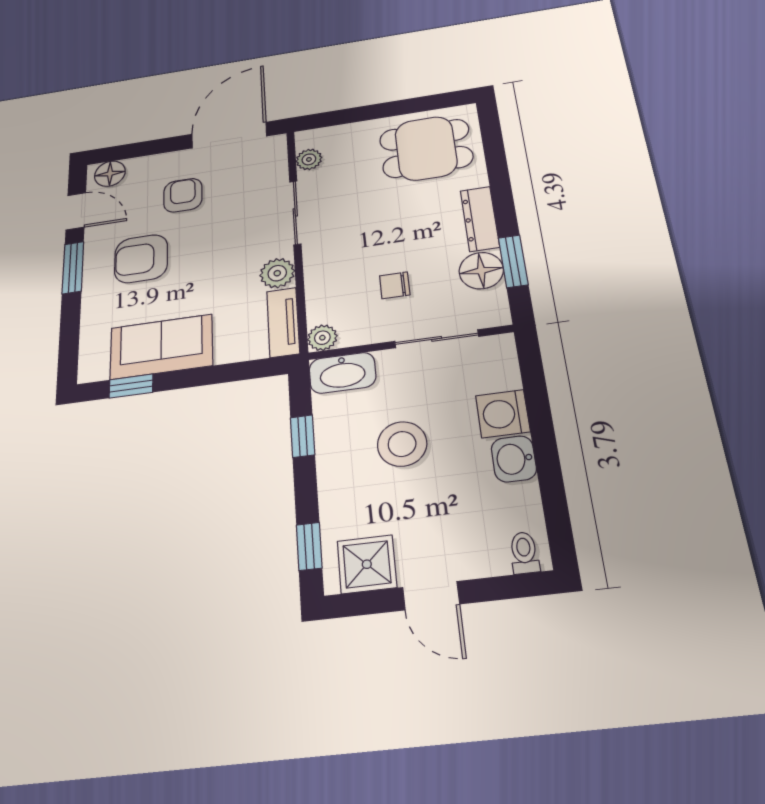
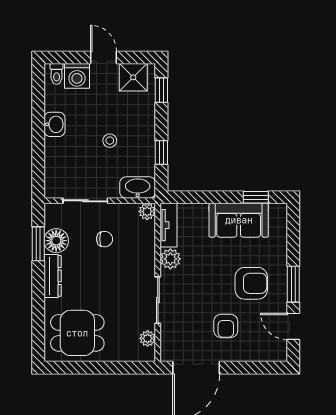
floor lamp: (110, 174) -> (272, 352), removed
washing machine: (503, 414) -> (77, 76), moved, turned 90
stool: (402, 444) -> (110, 141), width x0.53, depth x0.53

